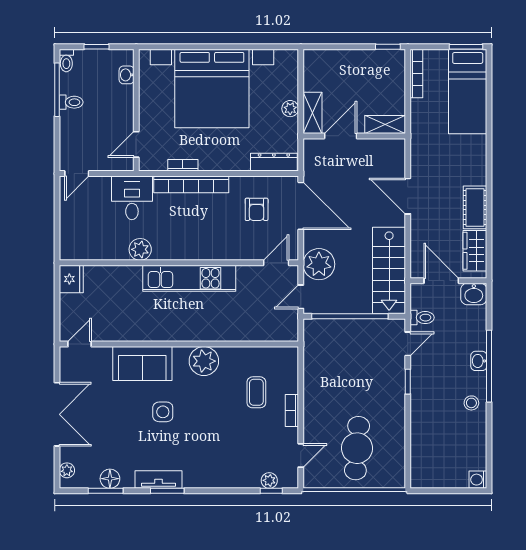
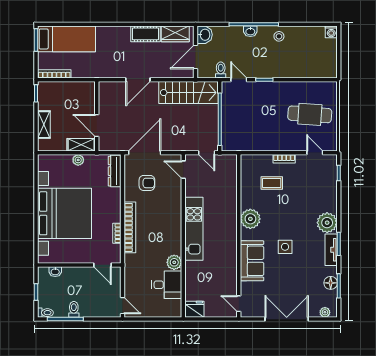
shelving: (385, 124) -> (44, 125), moved
desk: (132, 198) -> (167, 285), moved, turned 180
plant: (319, 264) -> (184, 140), removed
plant: (269, 480) -> (327, 223), moved, width x1.87, depth x1.87

